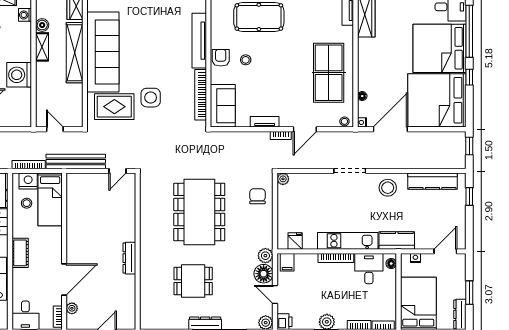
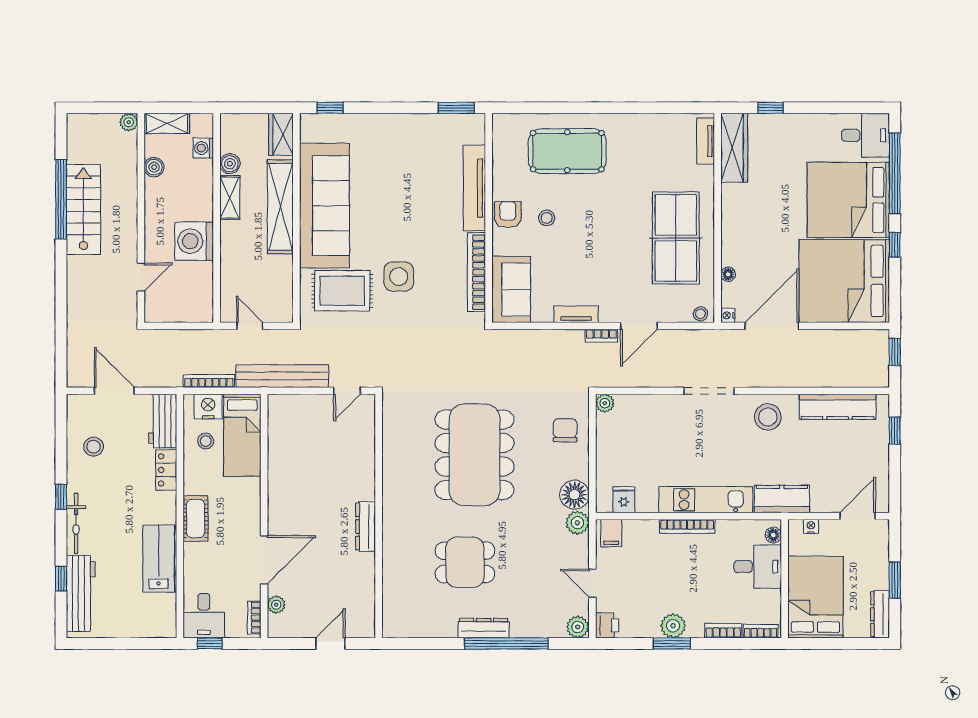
desk: (369, 269) -> (758, 567), moved, turned 90
floor lamp: (264, 274) -> (574, 495), moved

